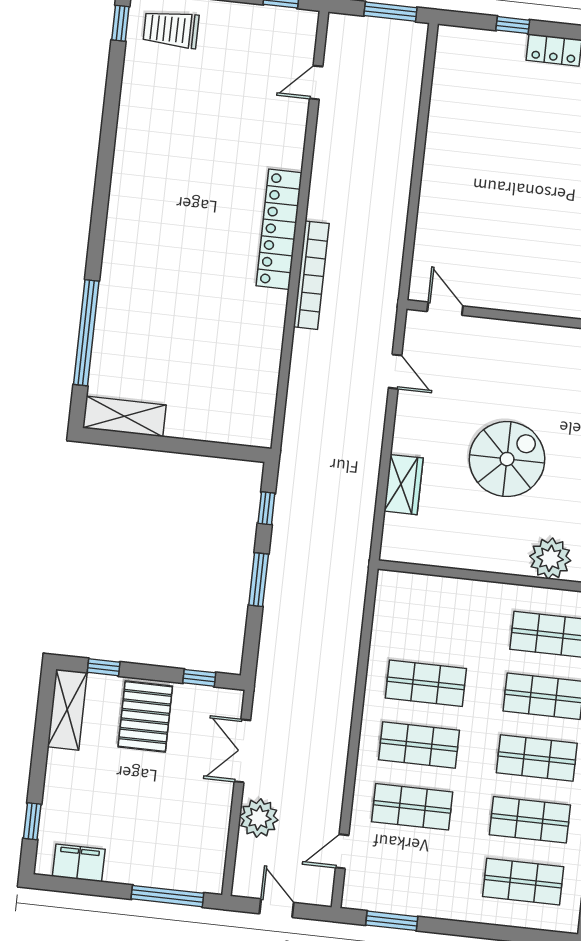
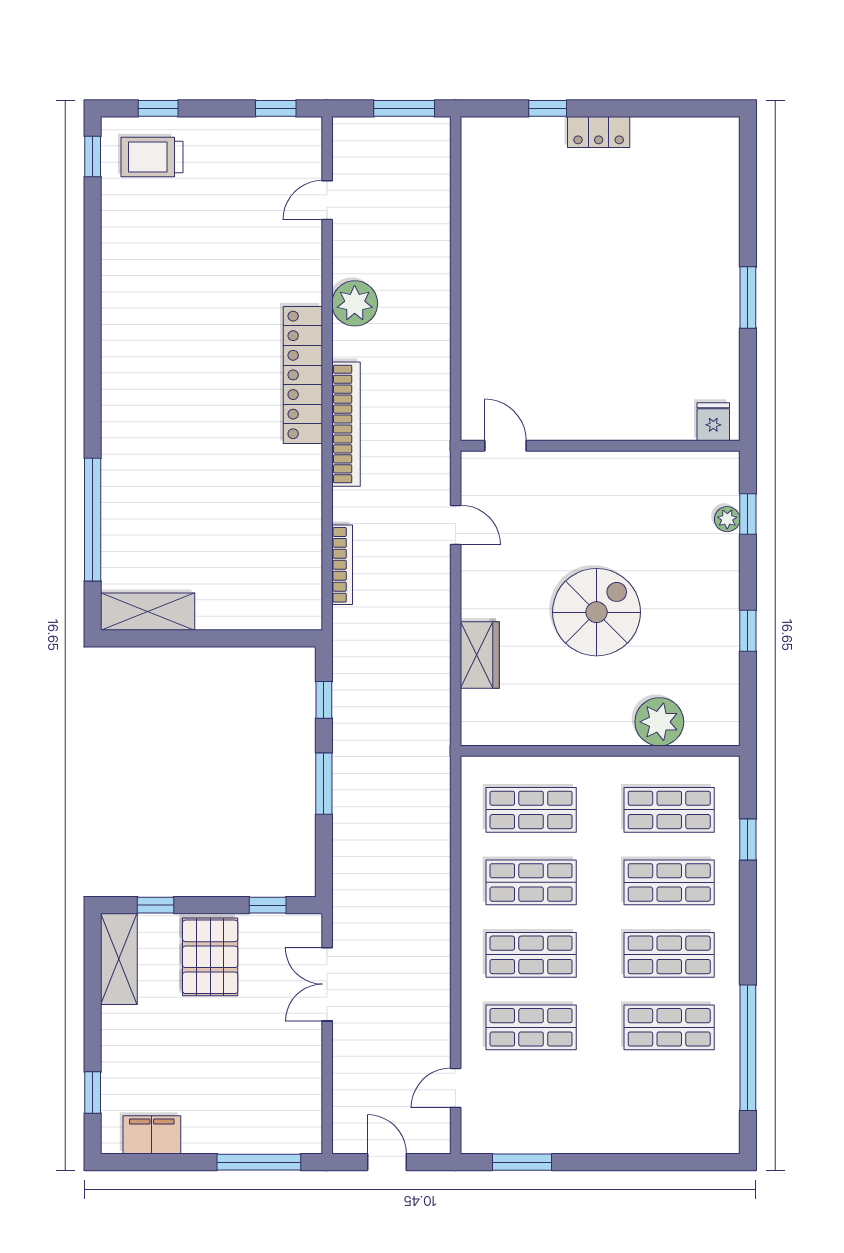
bookcase: (295, 395) -> (342, 565), added
plant: (259, 818) -> (355, 303), moved
shop shelf: (523, 882) -> (531, 810), moved

